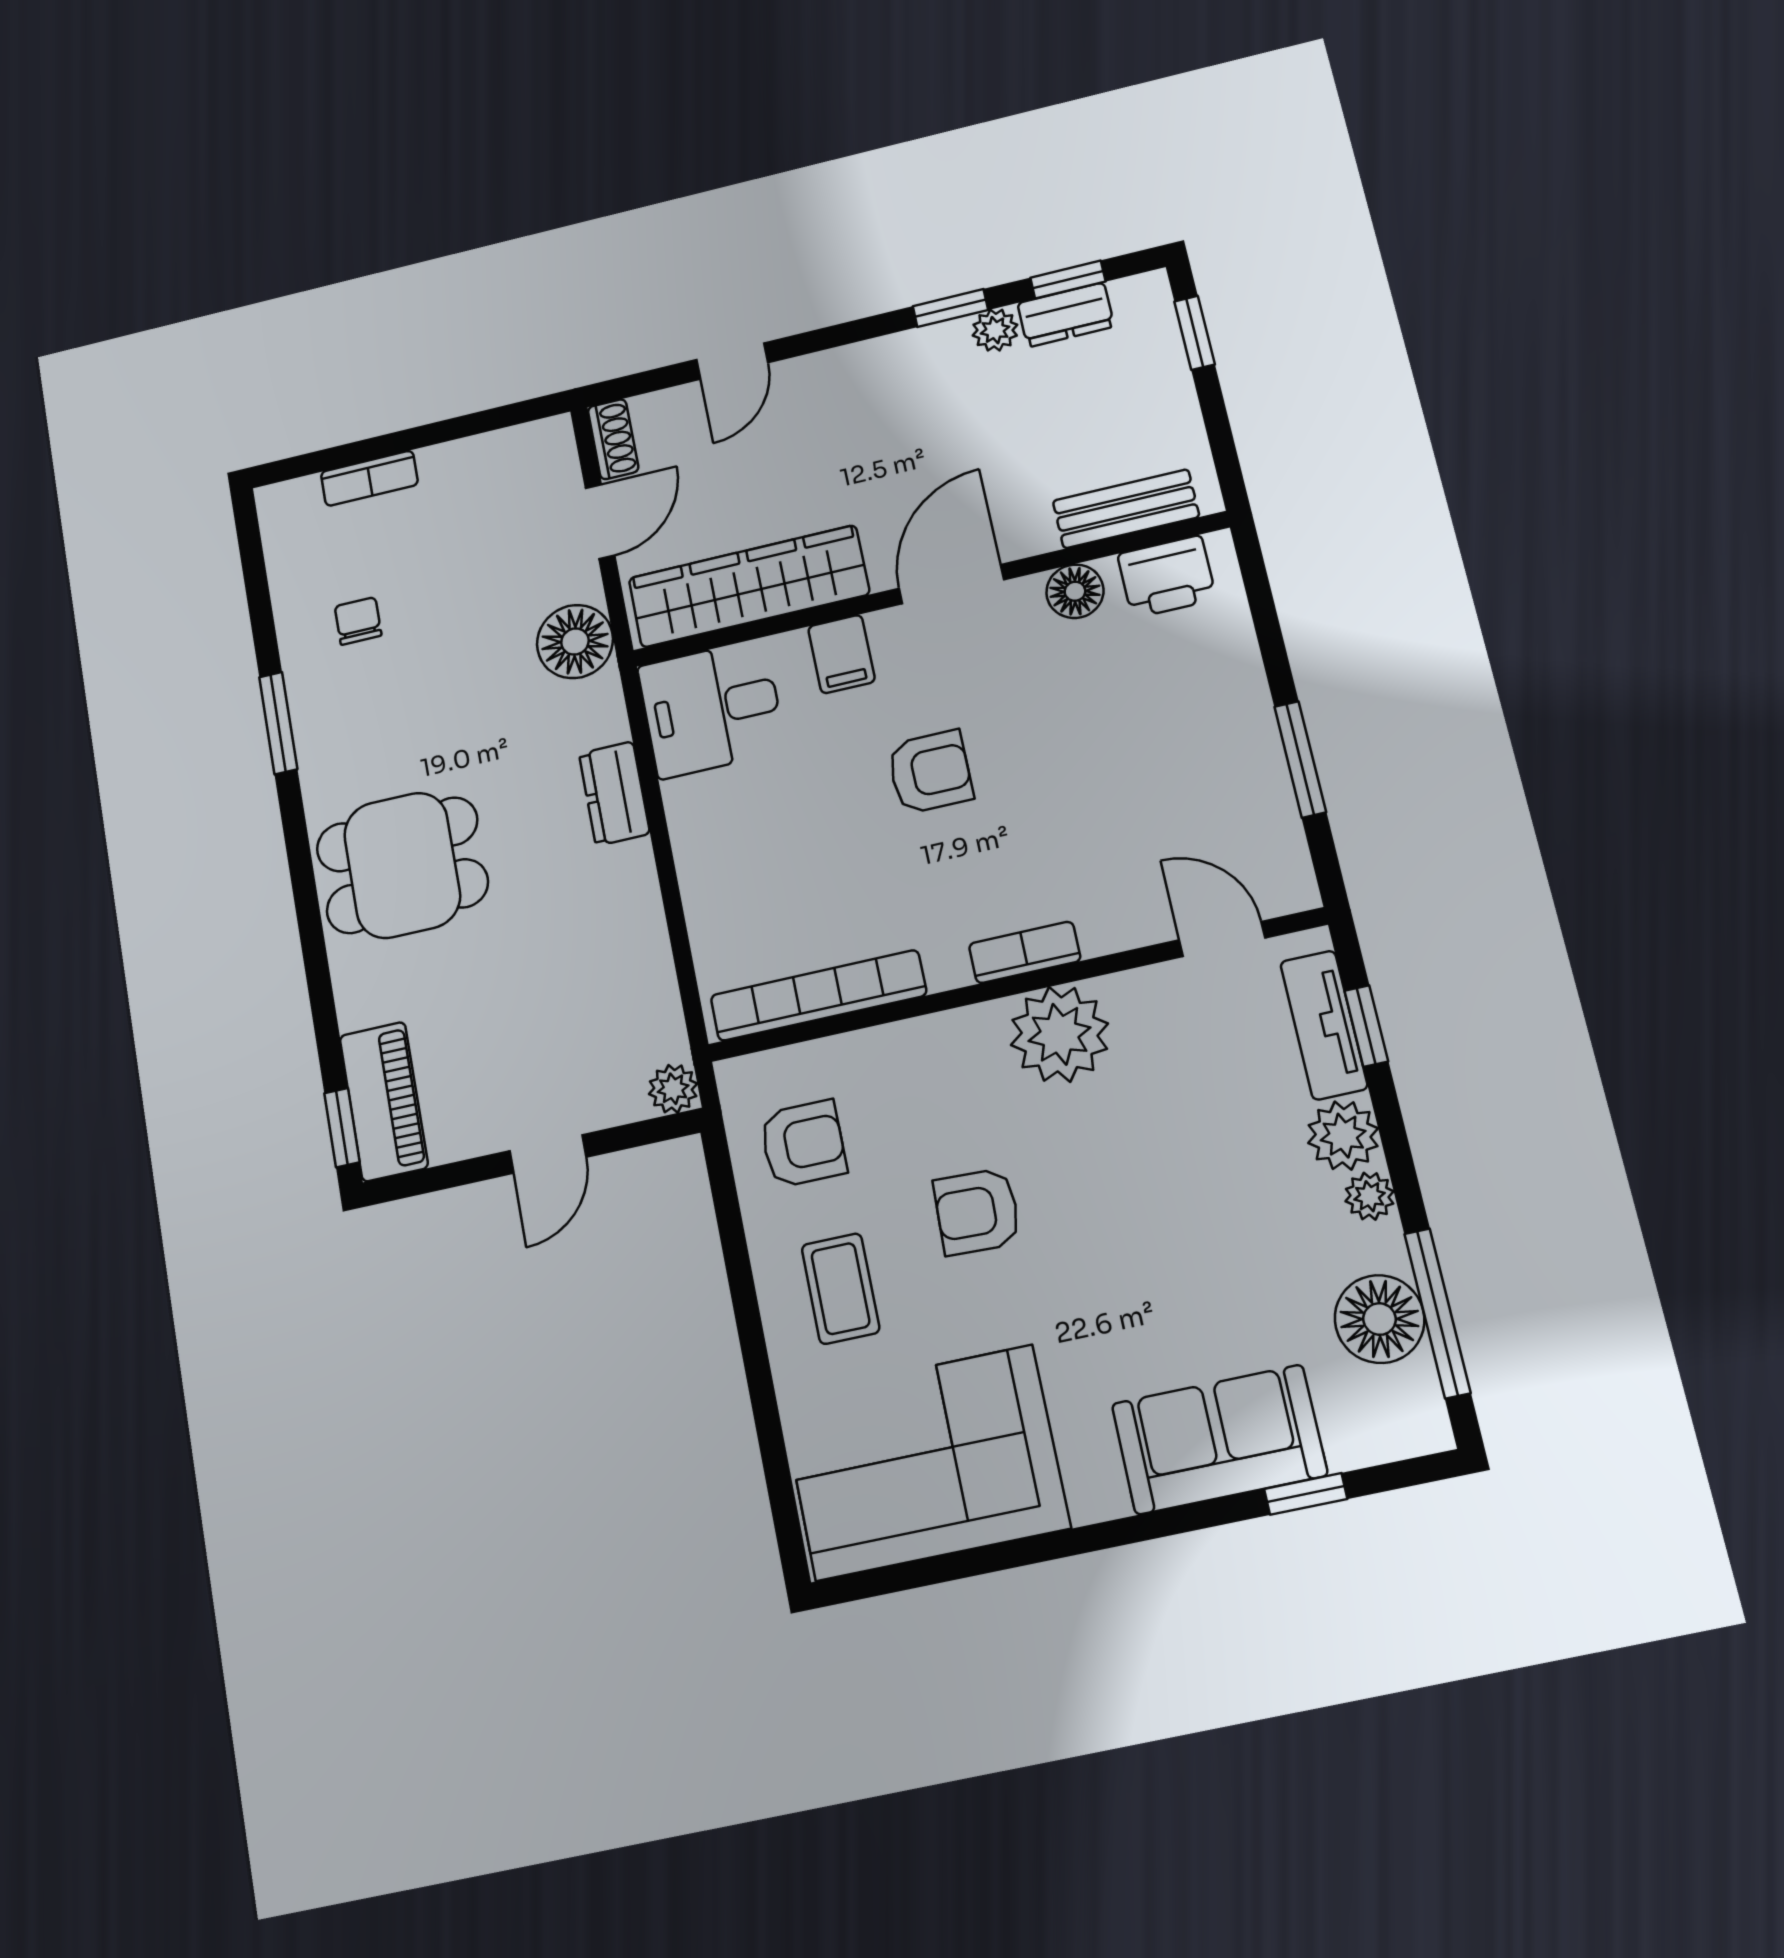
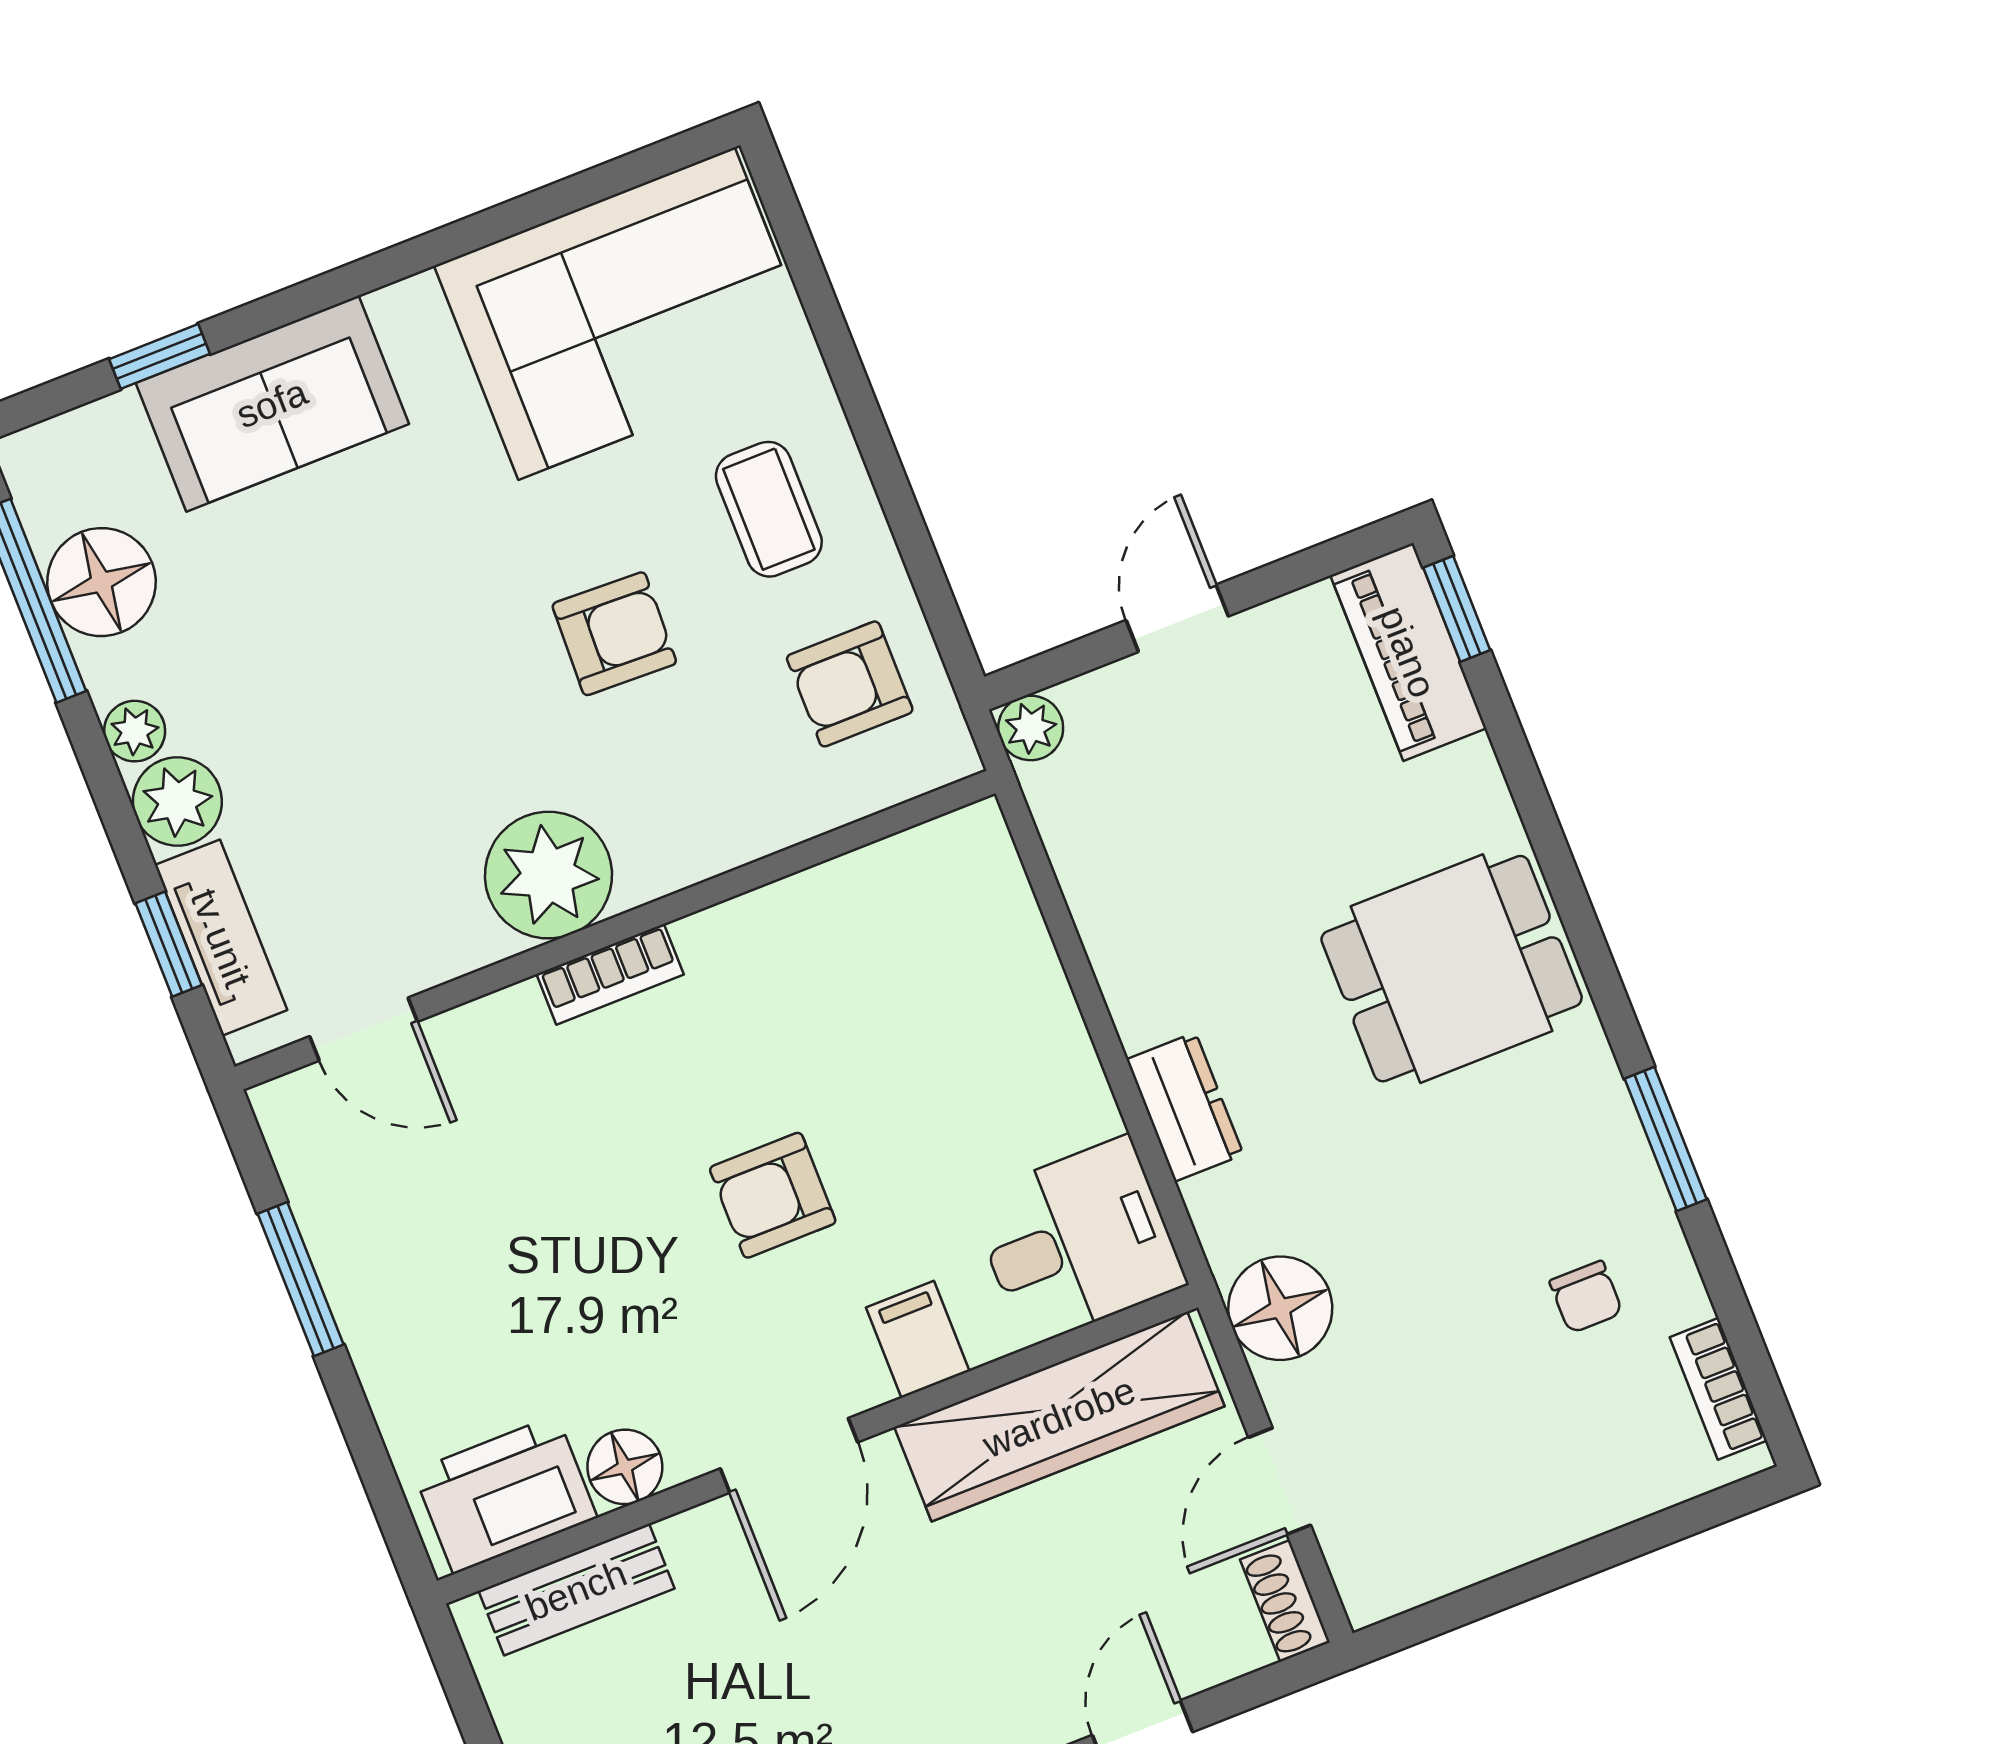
bookcase: (369, 478) -> (1718, 1389), moved, turned -90
printer: (1167, 577) -> (505, 1494), width x1.37, depth x1.19
bookcase: (818, 995) -> (865, 878), removed

